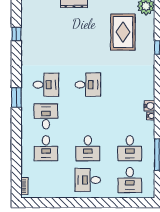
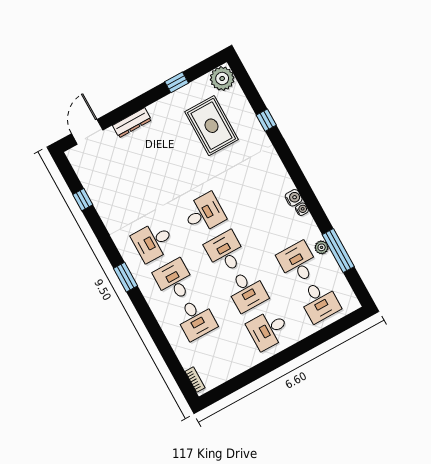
desk: (46, 85) -> (153, 242), turned 180
desk: (88, 116) -> (225, 252), added
plant: (150, 147) -> (322, 247), added
desk: (130, 148) -> (298, 263), turned 180

